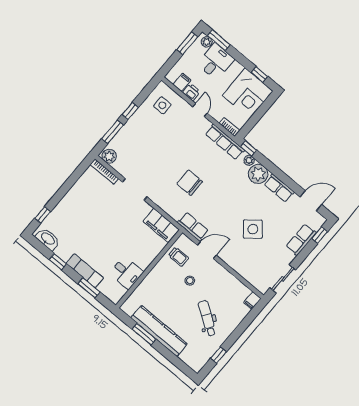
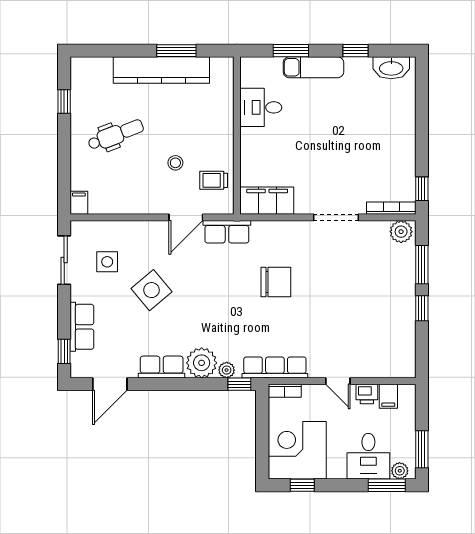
side table: (162, 105) -> (107, 262), moved
window: (43, 215) -> (422, 189), moved
dental chair: (207, 318) -> (116, 135), turned -55

